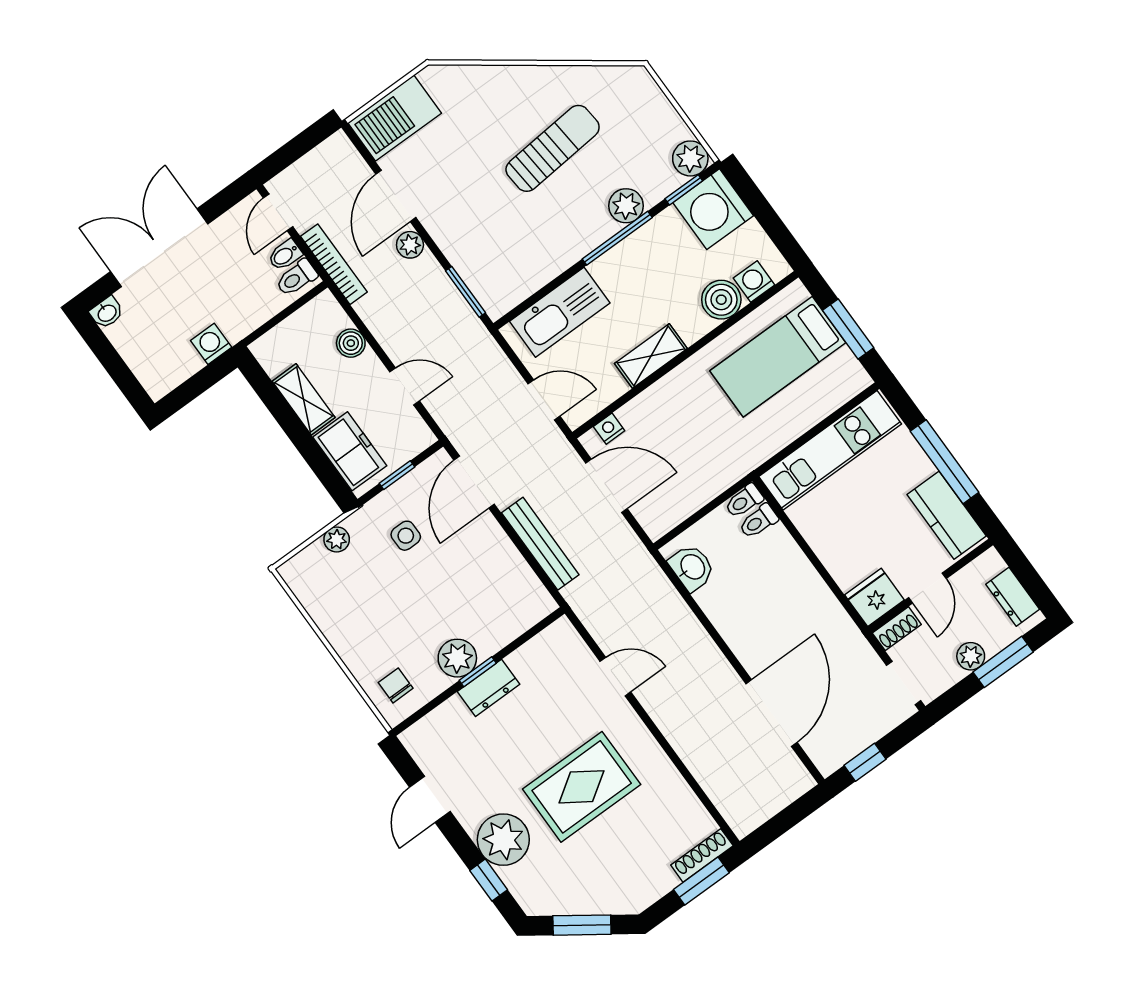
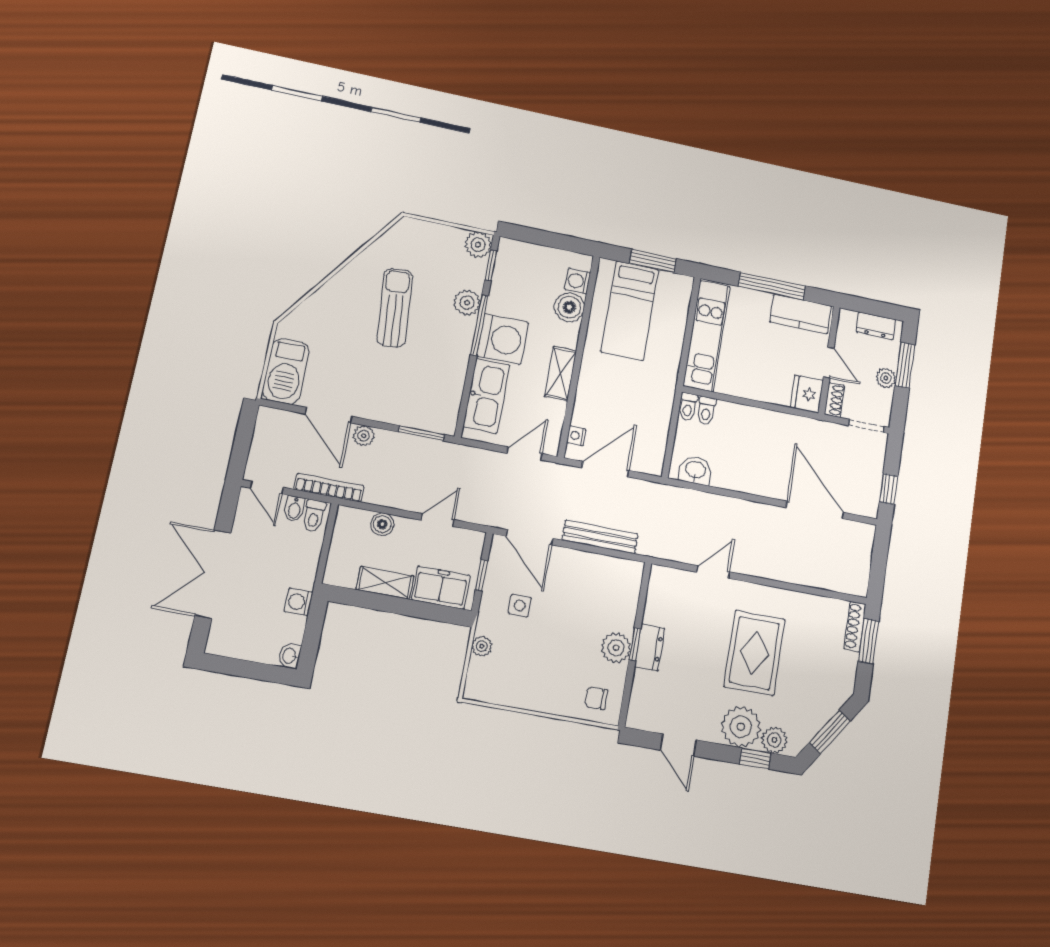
washing machine: (713, 209) -> (503, 339), moved, turned -90
washbasin: (107, 313) -> (290, 656), moved, turned 180
plant: (523, 882) -> (774, 740), added

